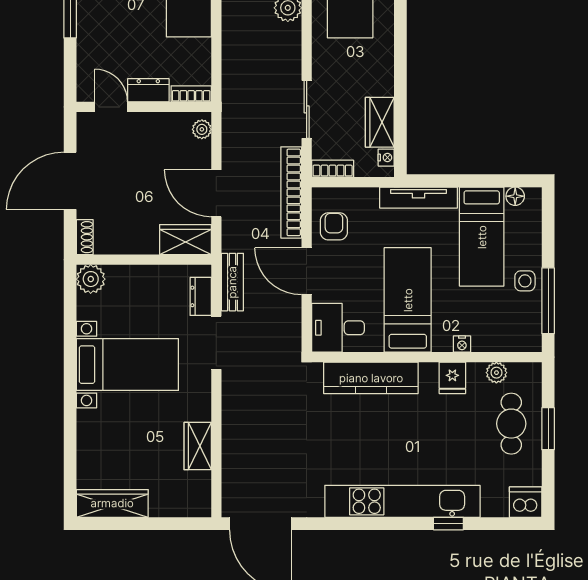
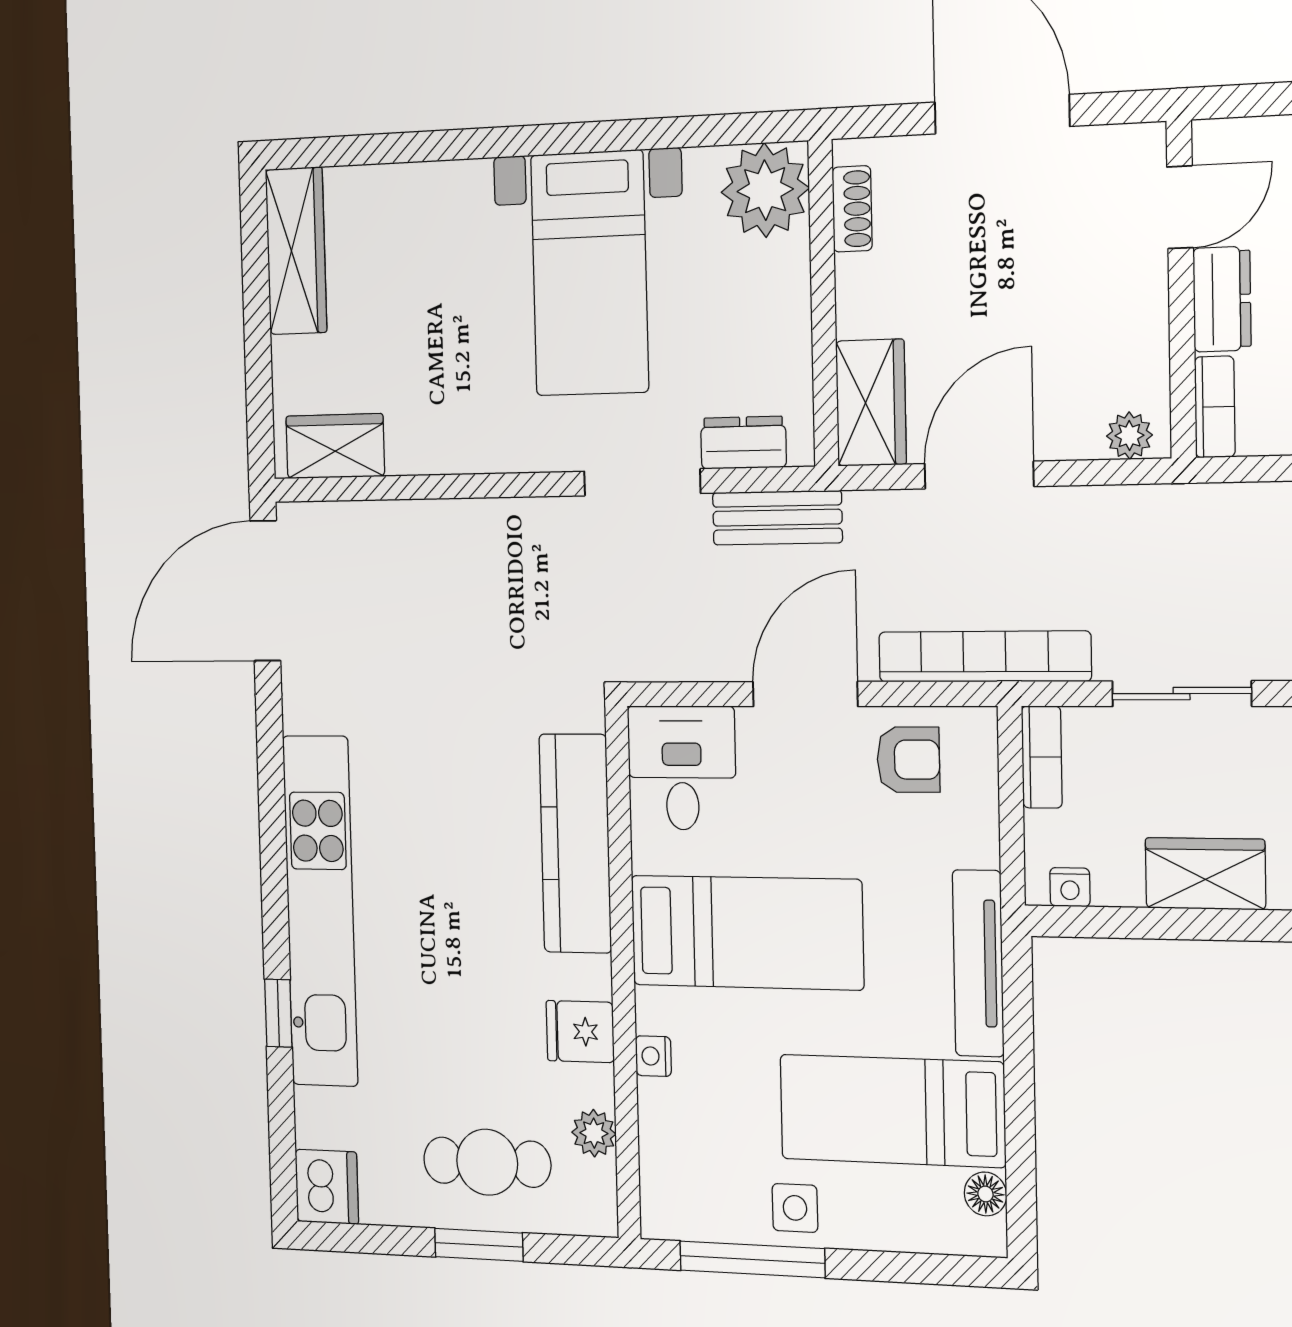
wardrobe: (380, 122) -> (1205, 874), moved
shoe rack: (85, 237) -> (852, 209), moved, turned -90
plant: (91, 279) -> (765, 190), width x1.36, depth x1.36
wardrobe: (198, 446) -> (335, 446), moved

